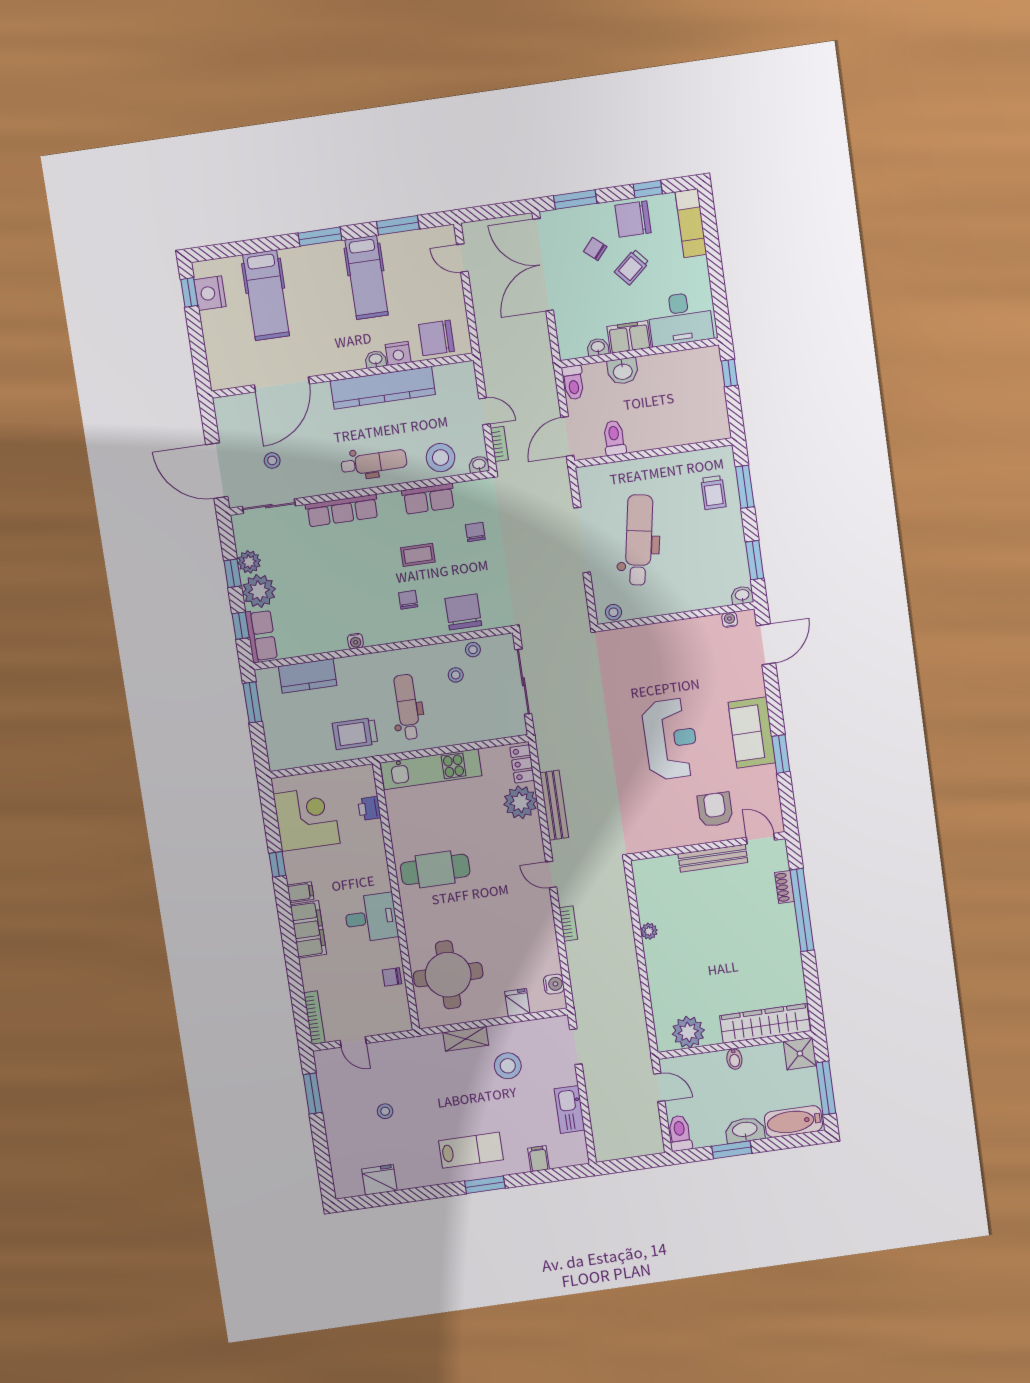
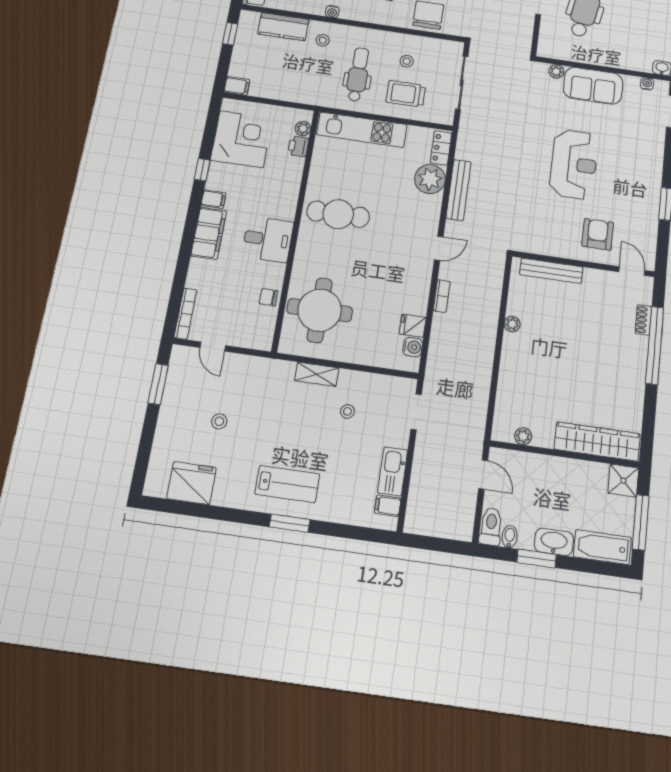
stool: (613, 612) -> (552, 51), removed
plant: (625, 636) -> (556, 71), added
stool: (473, 650) -> (323, 40), moved
window: (252, 702) -> (230, 34), width x0.67
sofa: (752, 733) -> (593, 86), moved, turned -90
trolley: (355, 734) -> (406, 94), moved
filing cabinet: (281, 760) -> (237, 86), added
plant: (368, 787) -> (303, 129), added
bench: (713, 858) -> (551, 271), moved
door: (551, 875) -> (439, 248), swing flipped
fridge: (517, 1002) -> (413, 326), moved, turned -90
plant: (688, 1032) -> (523, 436), width x0.53, depth x0.53
bidet: (734, 1059) -> (510, 537), moved, turned 180
stool: (508, 1066) -> (348, 411), width x0.53, depth x0.53
filing cabinet: (539, 1159) -> (388, 506), moved, turned -90
fridge: (379, 1180) -> (191, 483), width x1.36, depth x1.34

